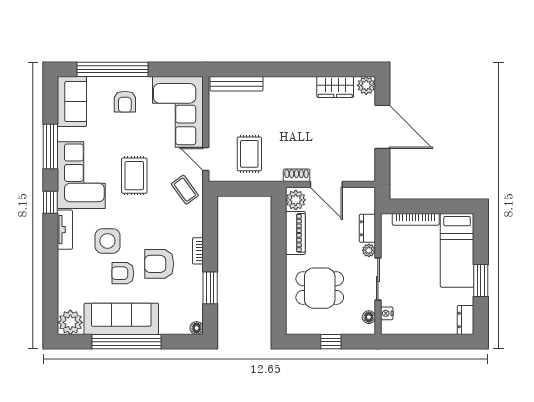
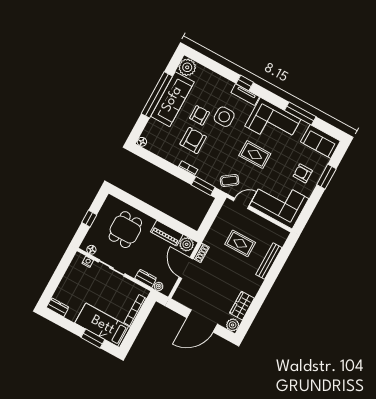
window: (113, 69) -> (326, 177), width x0.47
bench: (236, 84) -> (269, 261), moved
rug: (249, 154) -> (240, 243), moved
door: (326, 184) -> (186, 268), hinge flipped
window: (50, 202) -> (245, 83), moved
plant: (369, 250) -> (159, 286), moved
window: (481, 280) -> (93, 339), moved
window: (210, 288) -> (203, 186), moved

